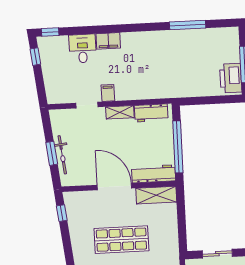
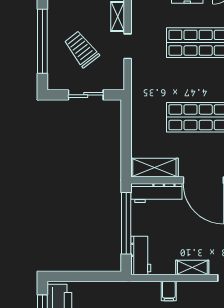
filing cabinet: (108, 93) -> (169, 291), moved
workbench: (151, 113) -> (141, 256), moved, turned 90

